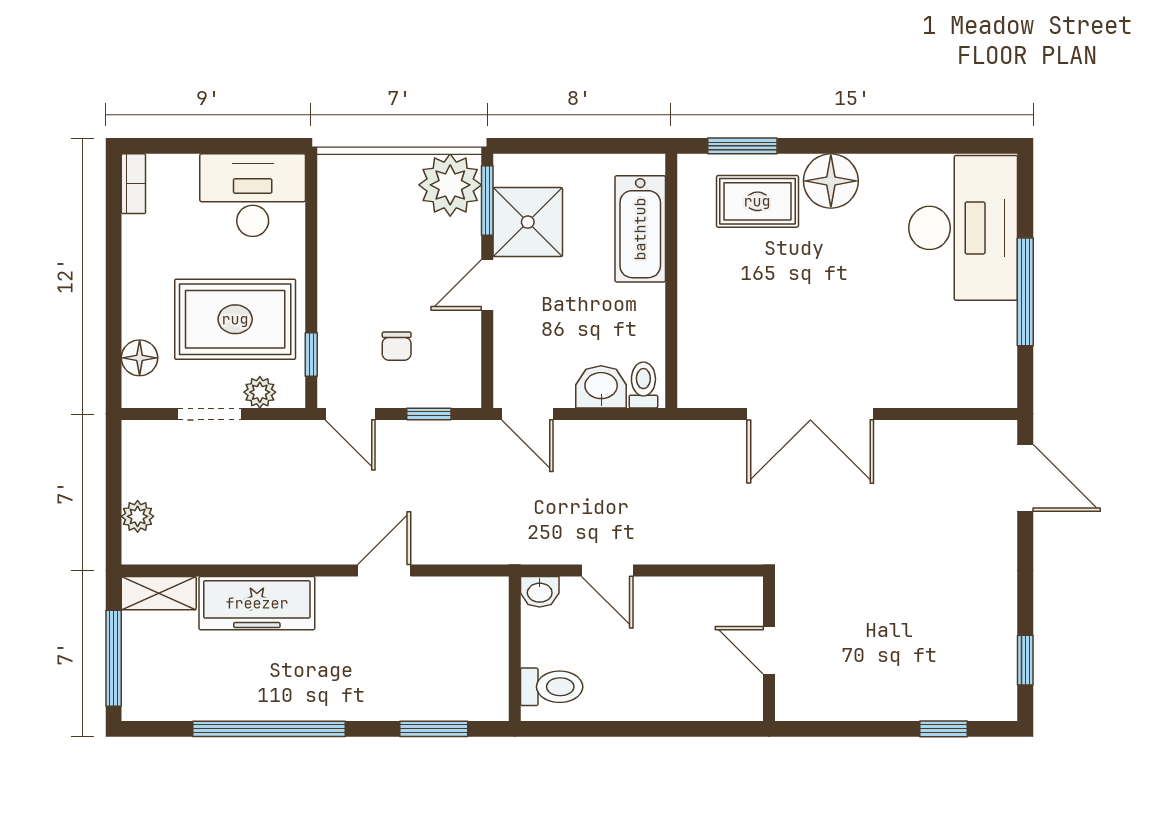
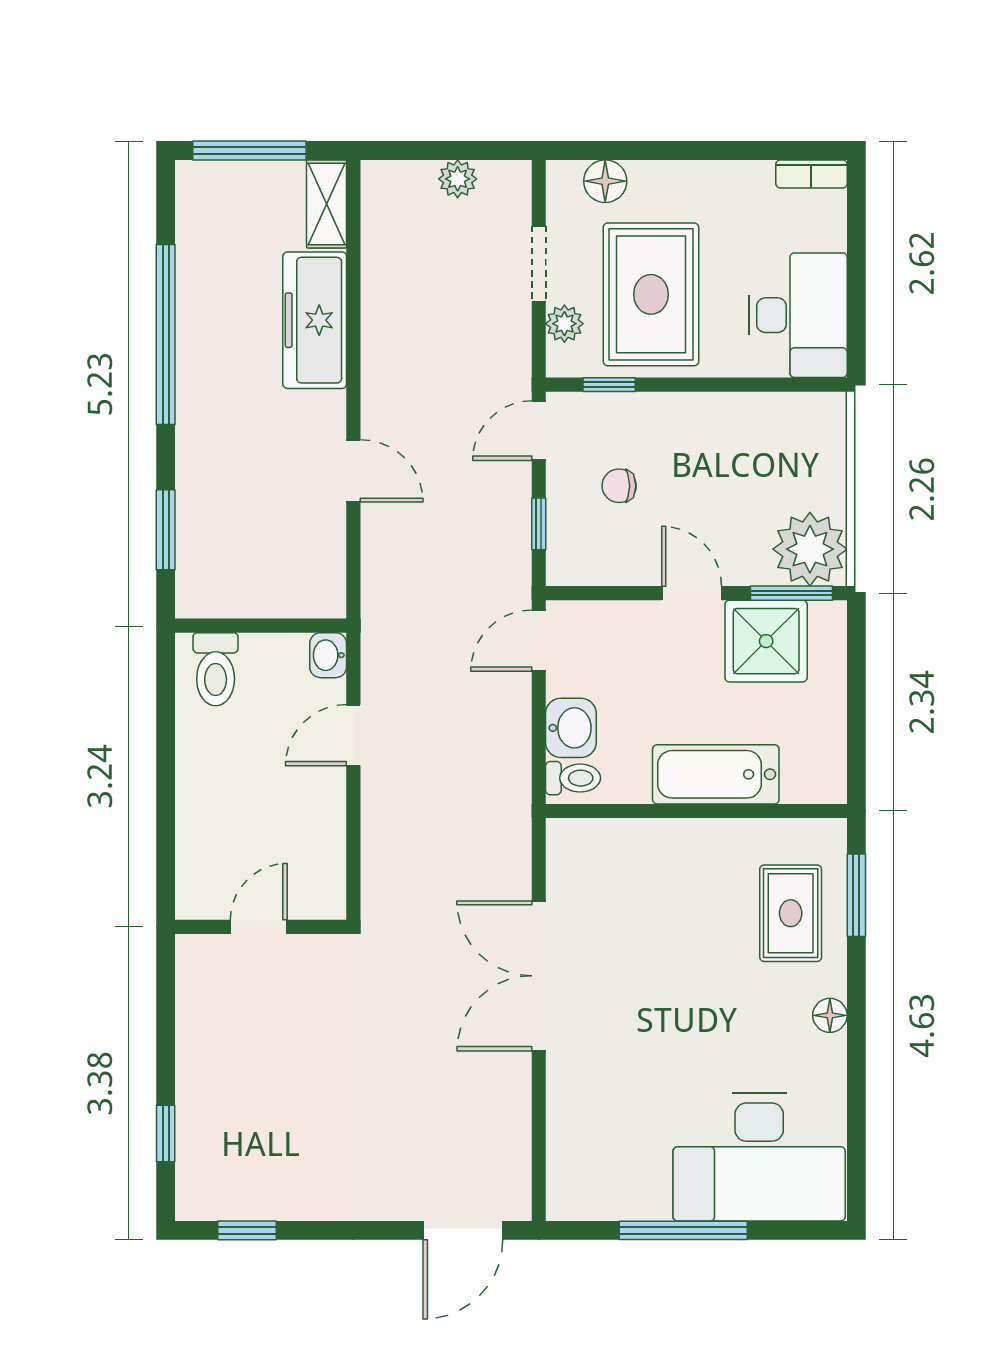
floor lamp: (831, 181) -> (830, 1015), width x0.53, depth x0.53
bathtub: (640, 229) -> (716, 774), moved
plant: (138, 516) -> (458, 179), moved

